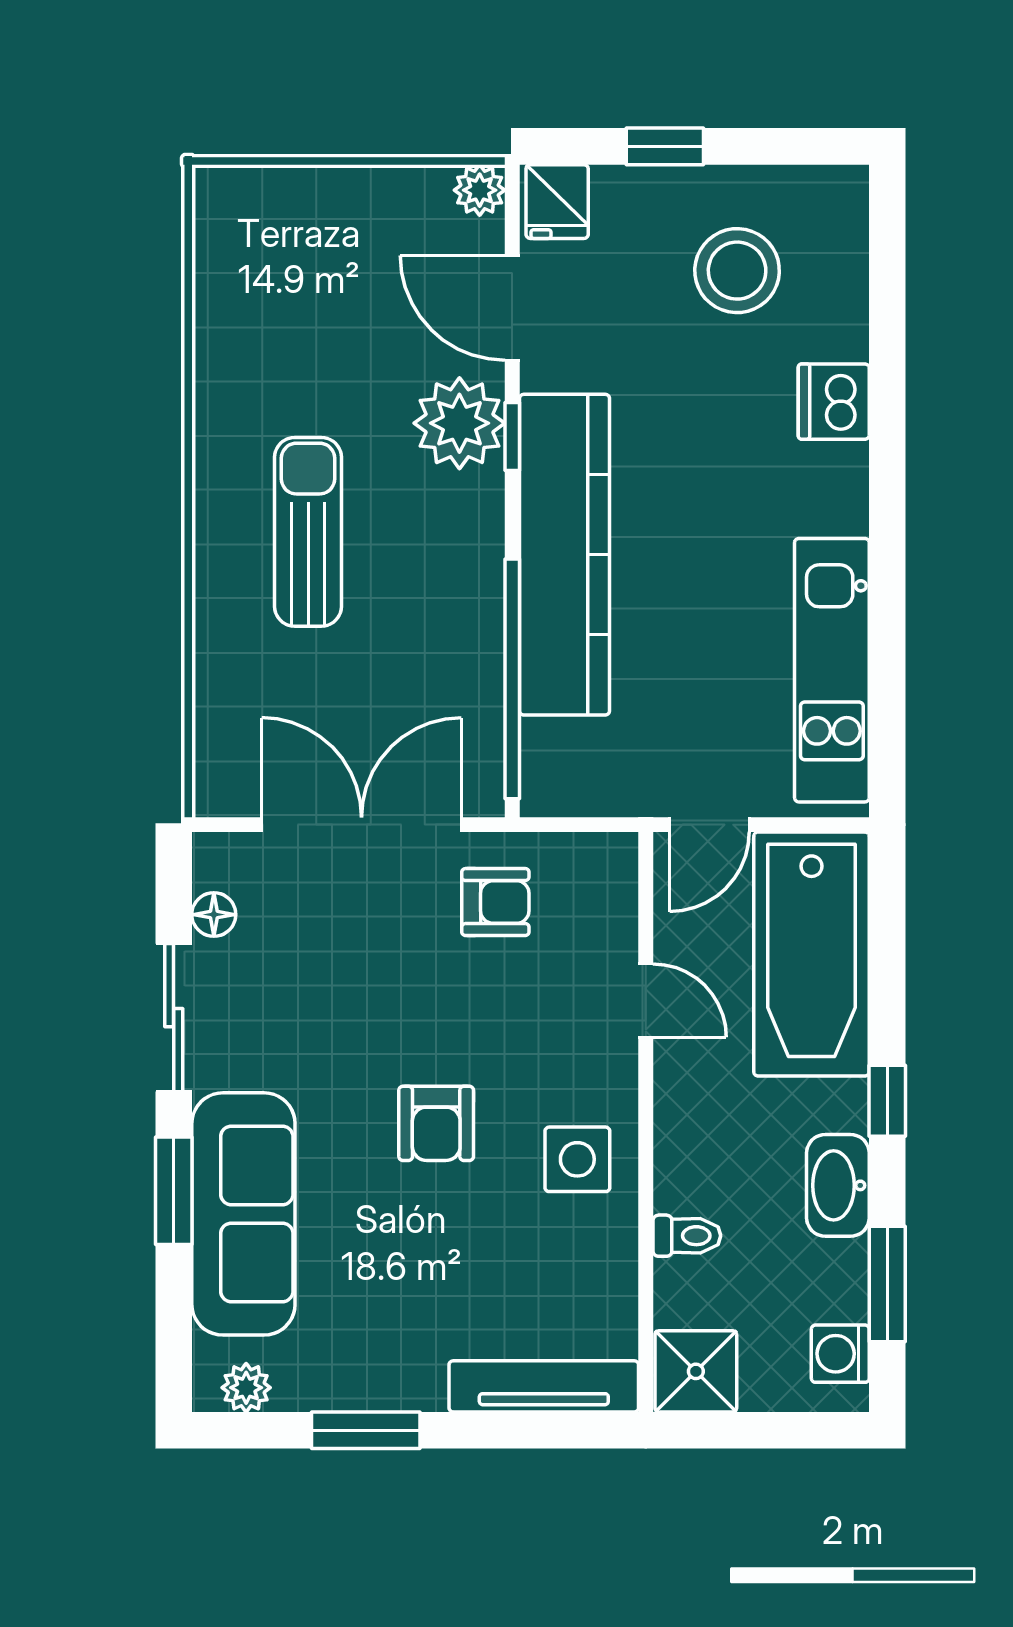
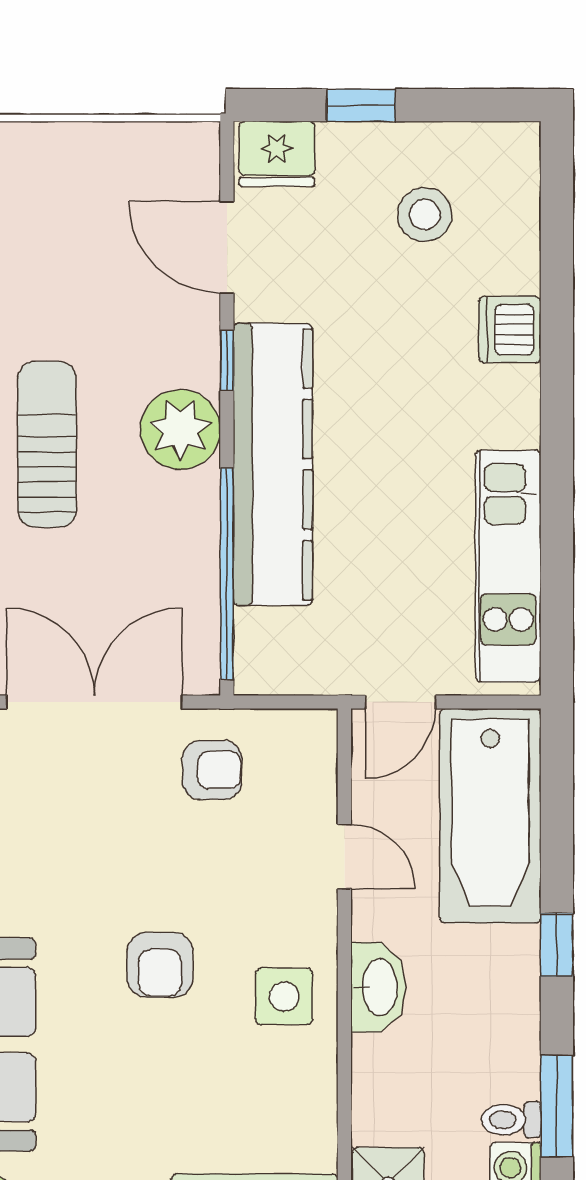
plant: (480, 190) -> (198, 144), removed
fridge: (557, 202) -> (277, 154), width x1.38
stool: (737, 271) -> (425, 214), width x0.73, depth x0.73
plant: (459, 423) -> (180, 429), moved
washbasin: (838, 1185) -> (378, 987), moved, turned 180
toilet: (687, 1236) -> (511, 1120), moved, turned 180

